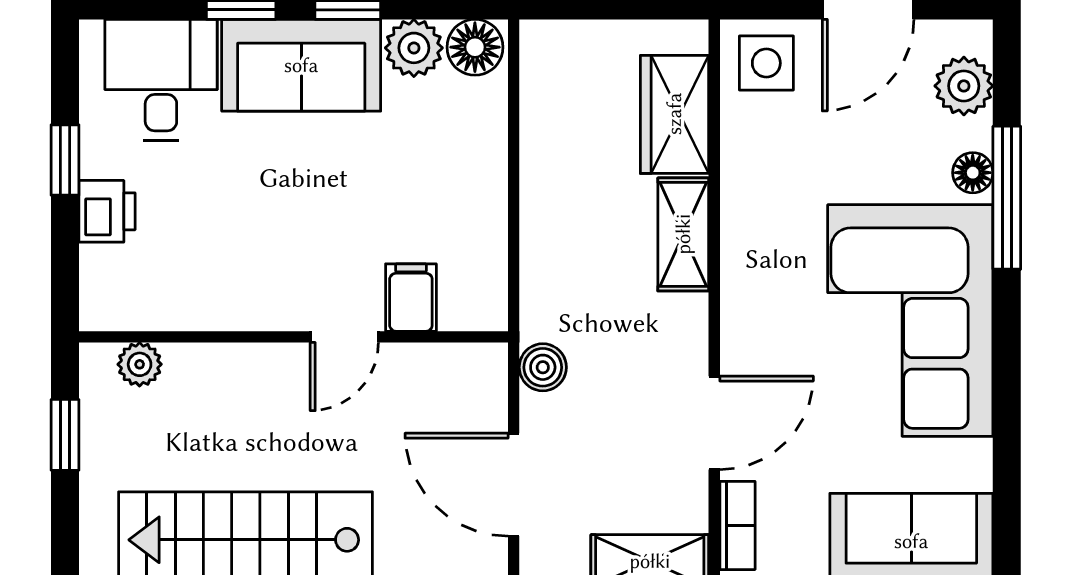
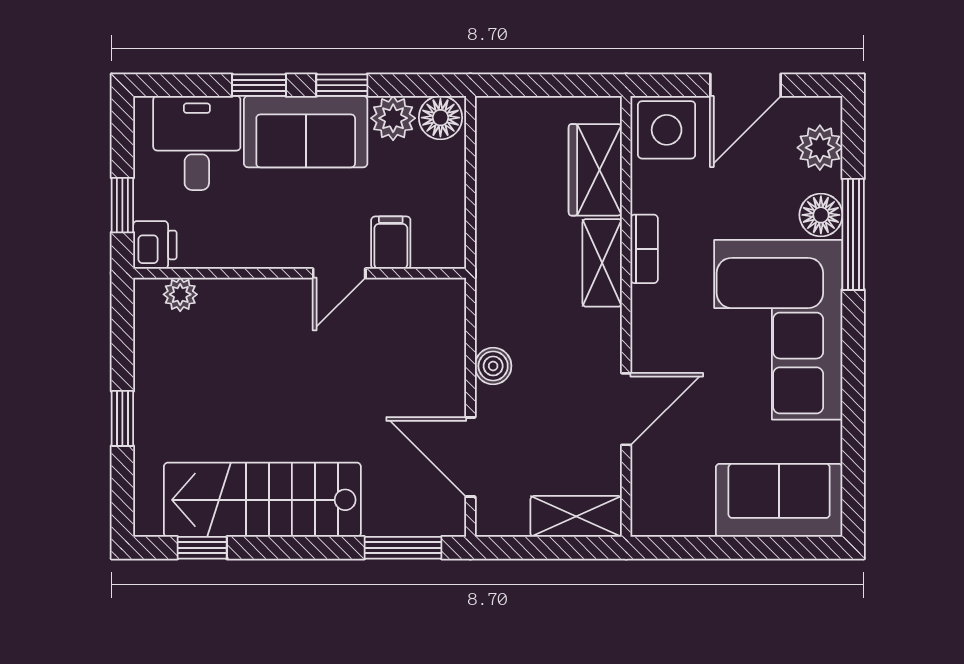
side table: (766, 63) -> (667, 130), width x1.37, depth x1.37
floor lamp: (973, 173) -> (821, 215), width x1.37, depth x1.37
filing cabinet: (411, 298) -> (391, 243), moved
wall: (294, 337) -> (300, 273), moved
door: (344, 337) -> (339, 273), moved
plant: (140, 364) -> (180, 294), moved
bookcase: (737, 525) -> (644, 249), moved

